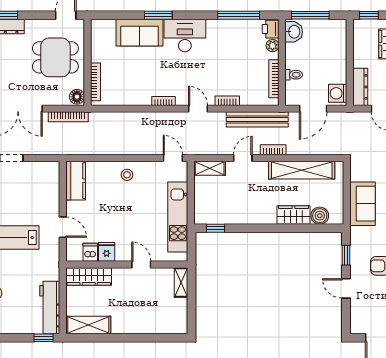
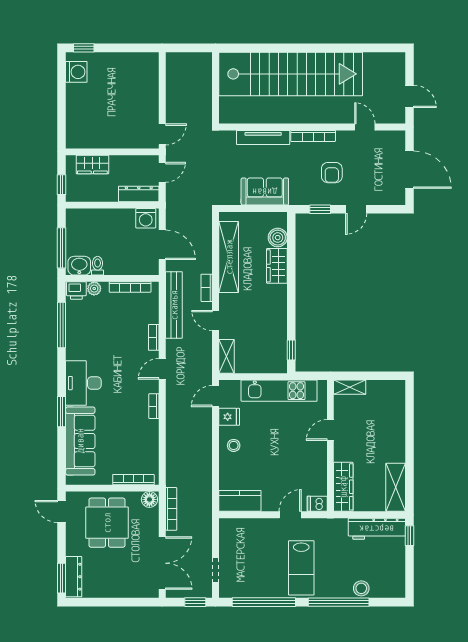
sofa: (140, 33) -> (80, 441), width x1.36
toilet: (294, 75) -> (98, 266), moved
dishwasher: (90, 252) -> (317, 504), moved
fridge: (107, 252) -> (229, 417), moved, turned 180

